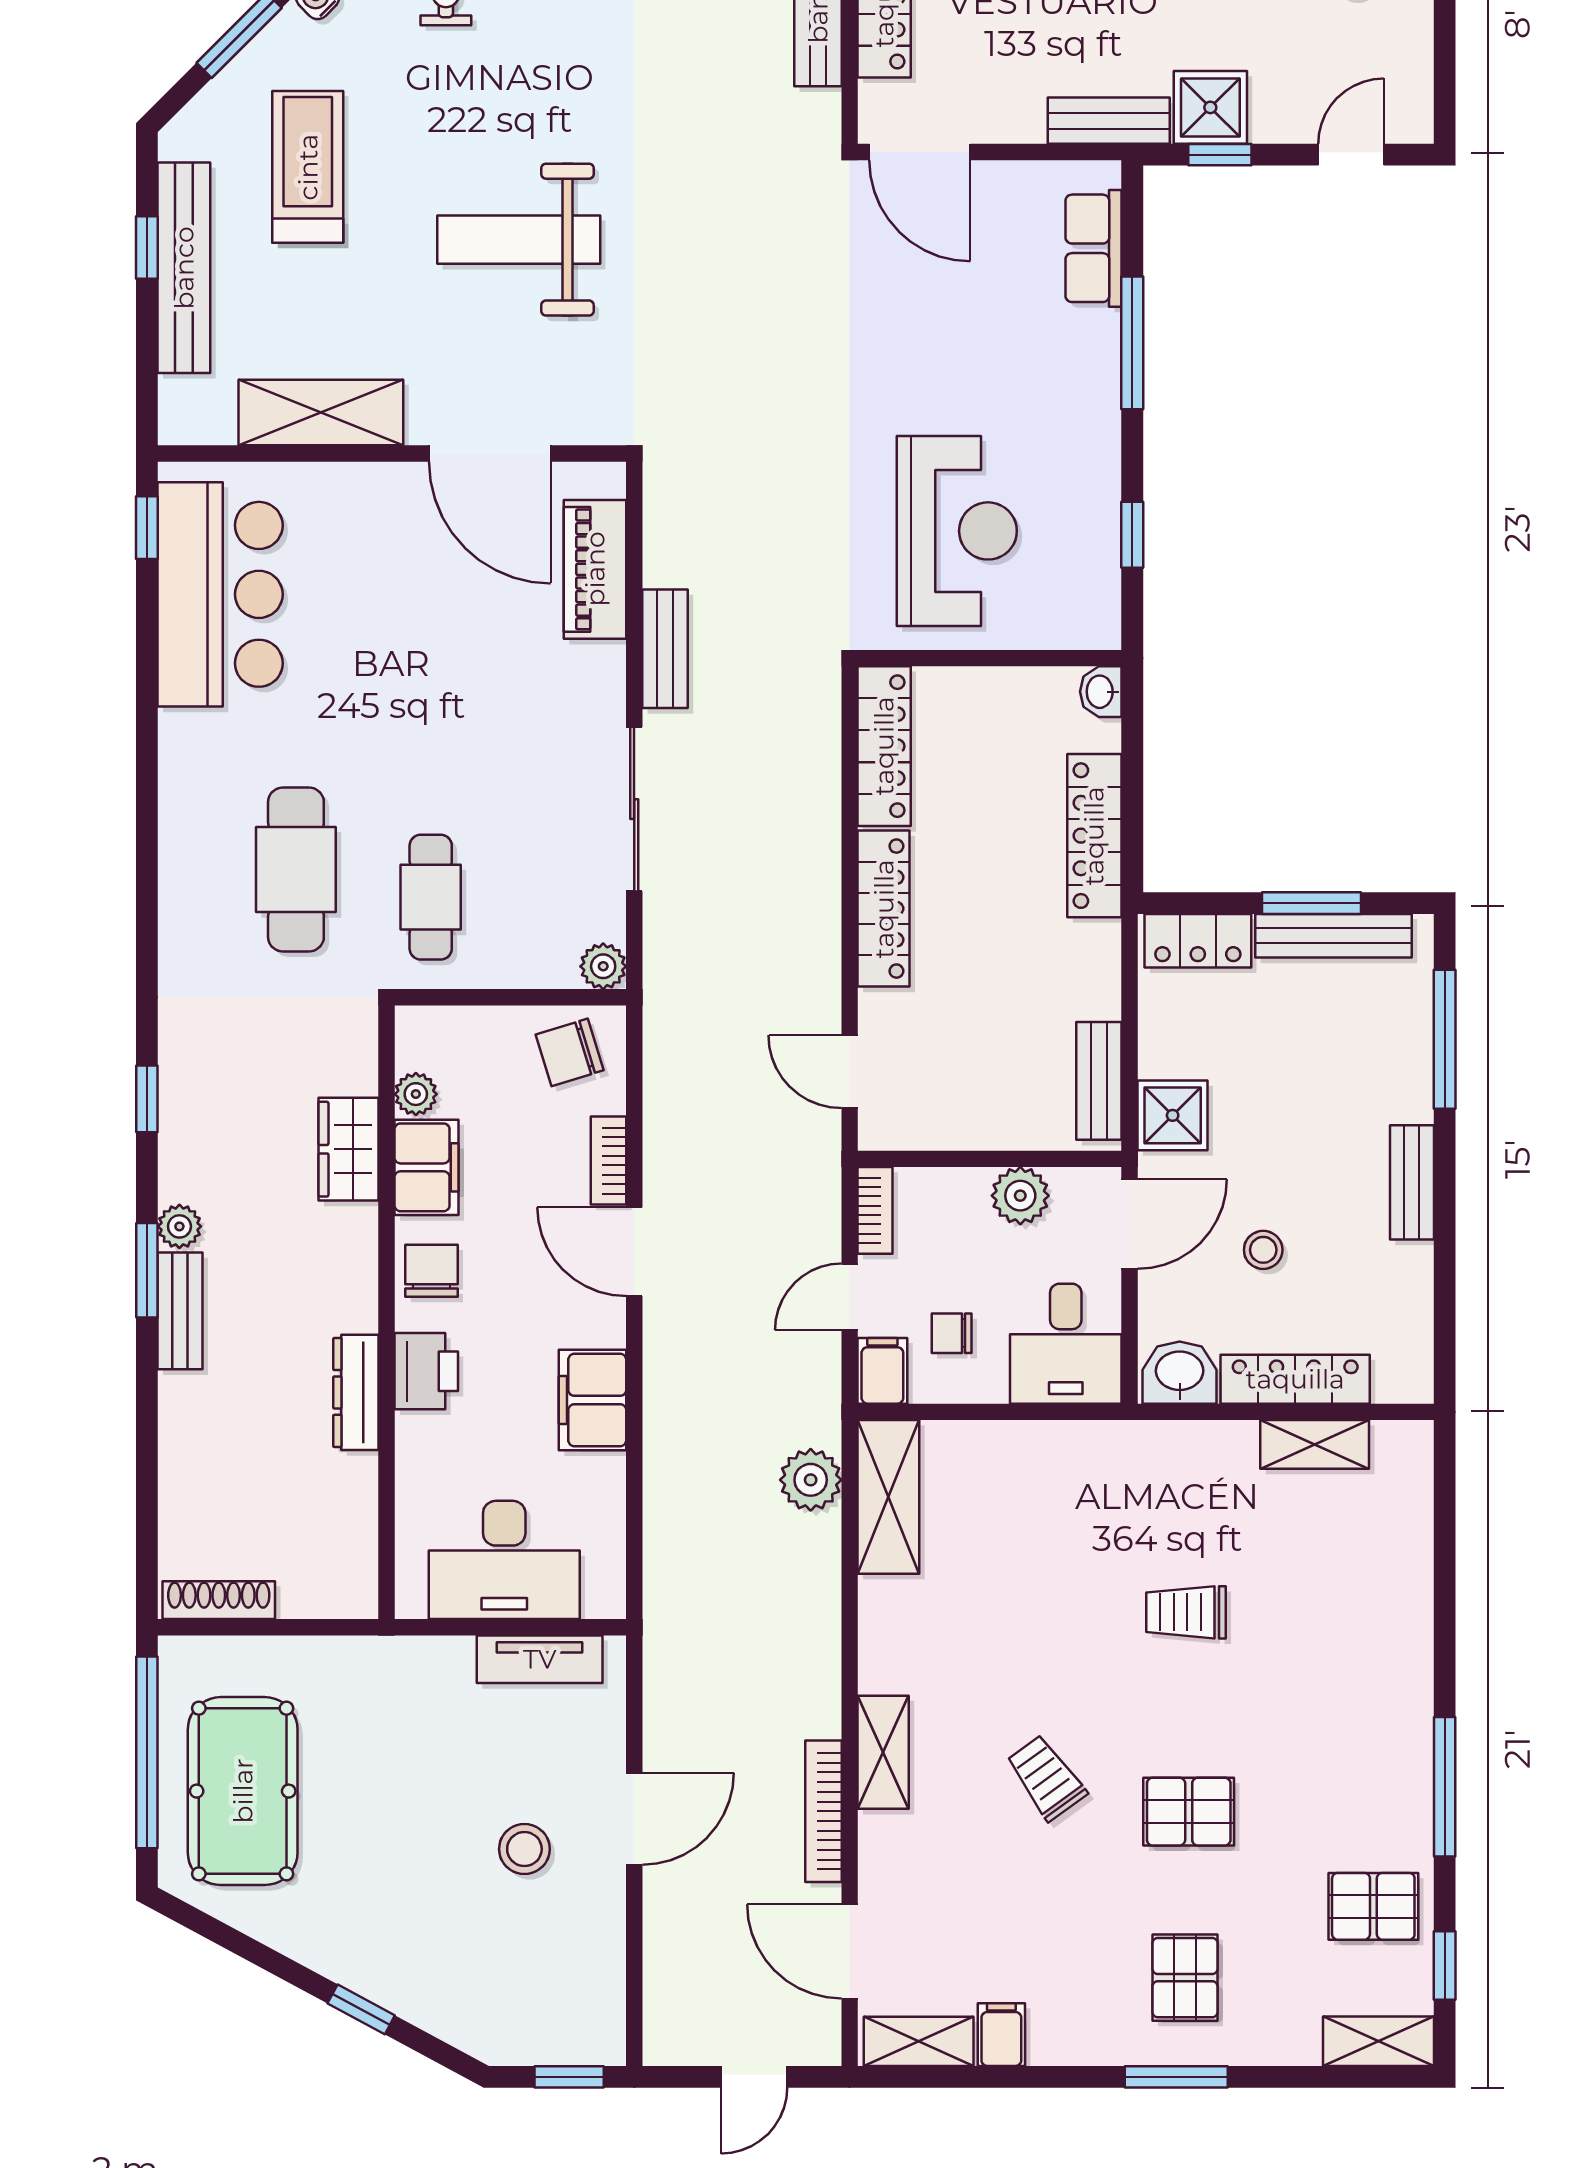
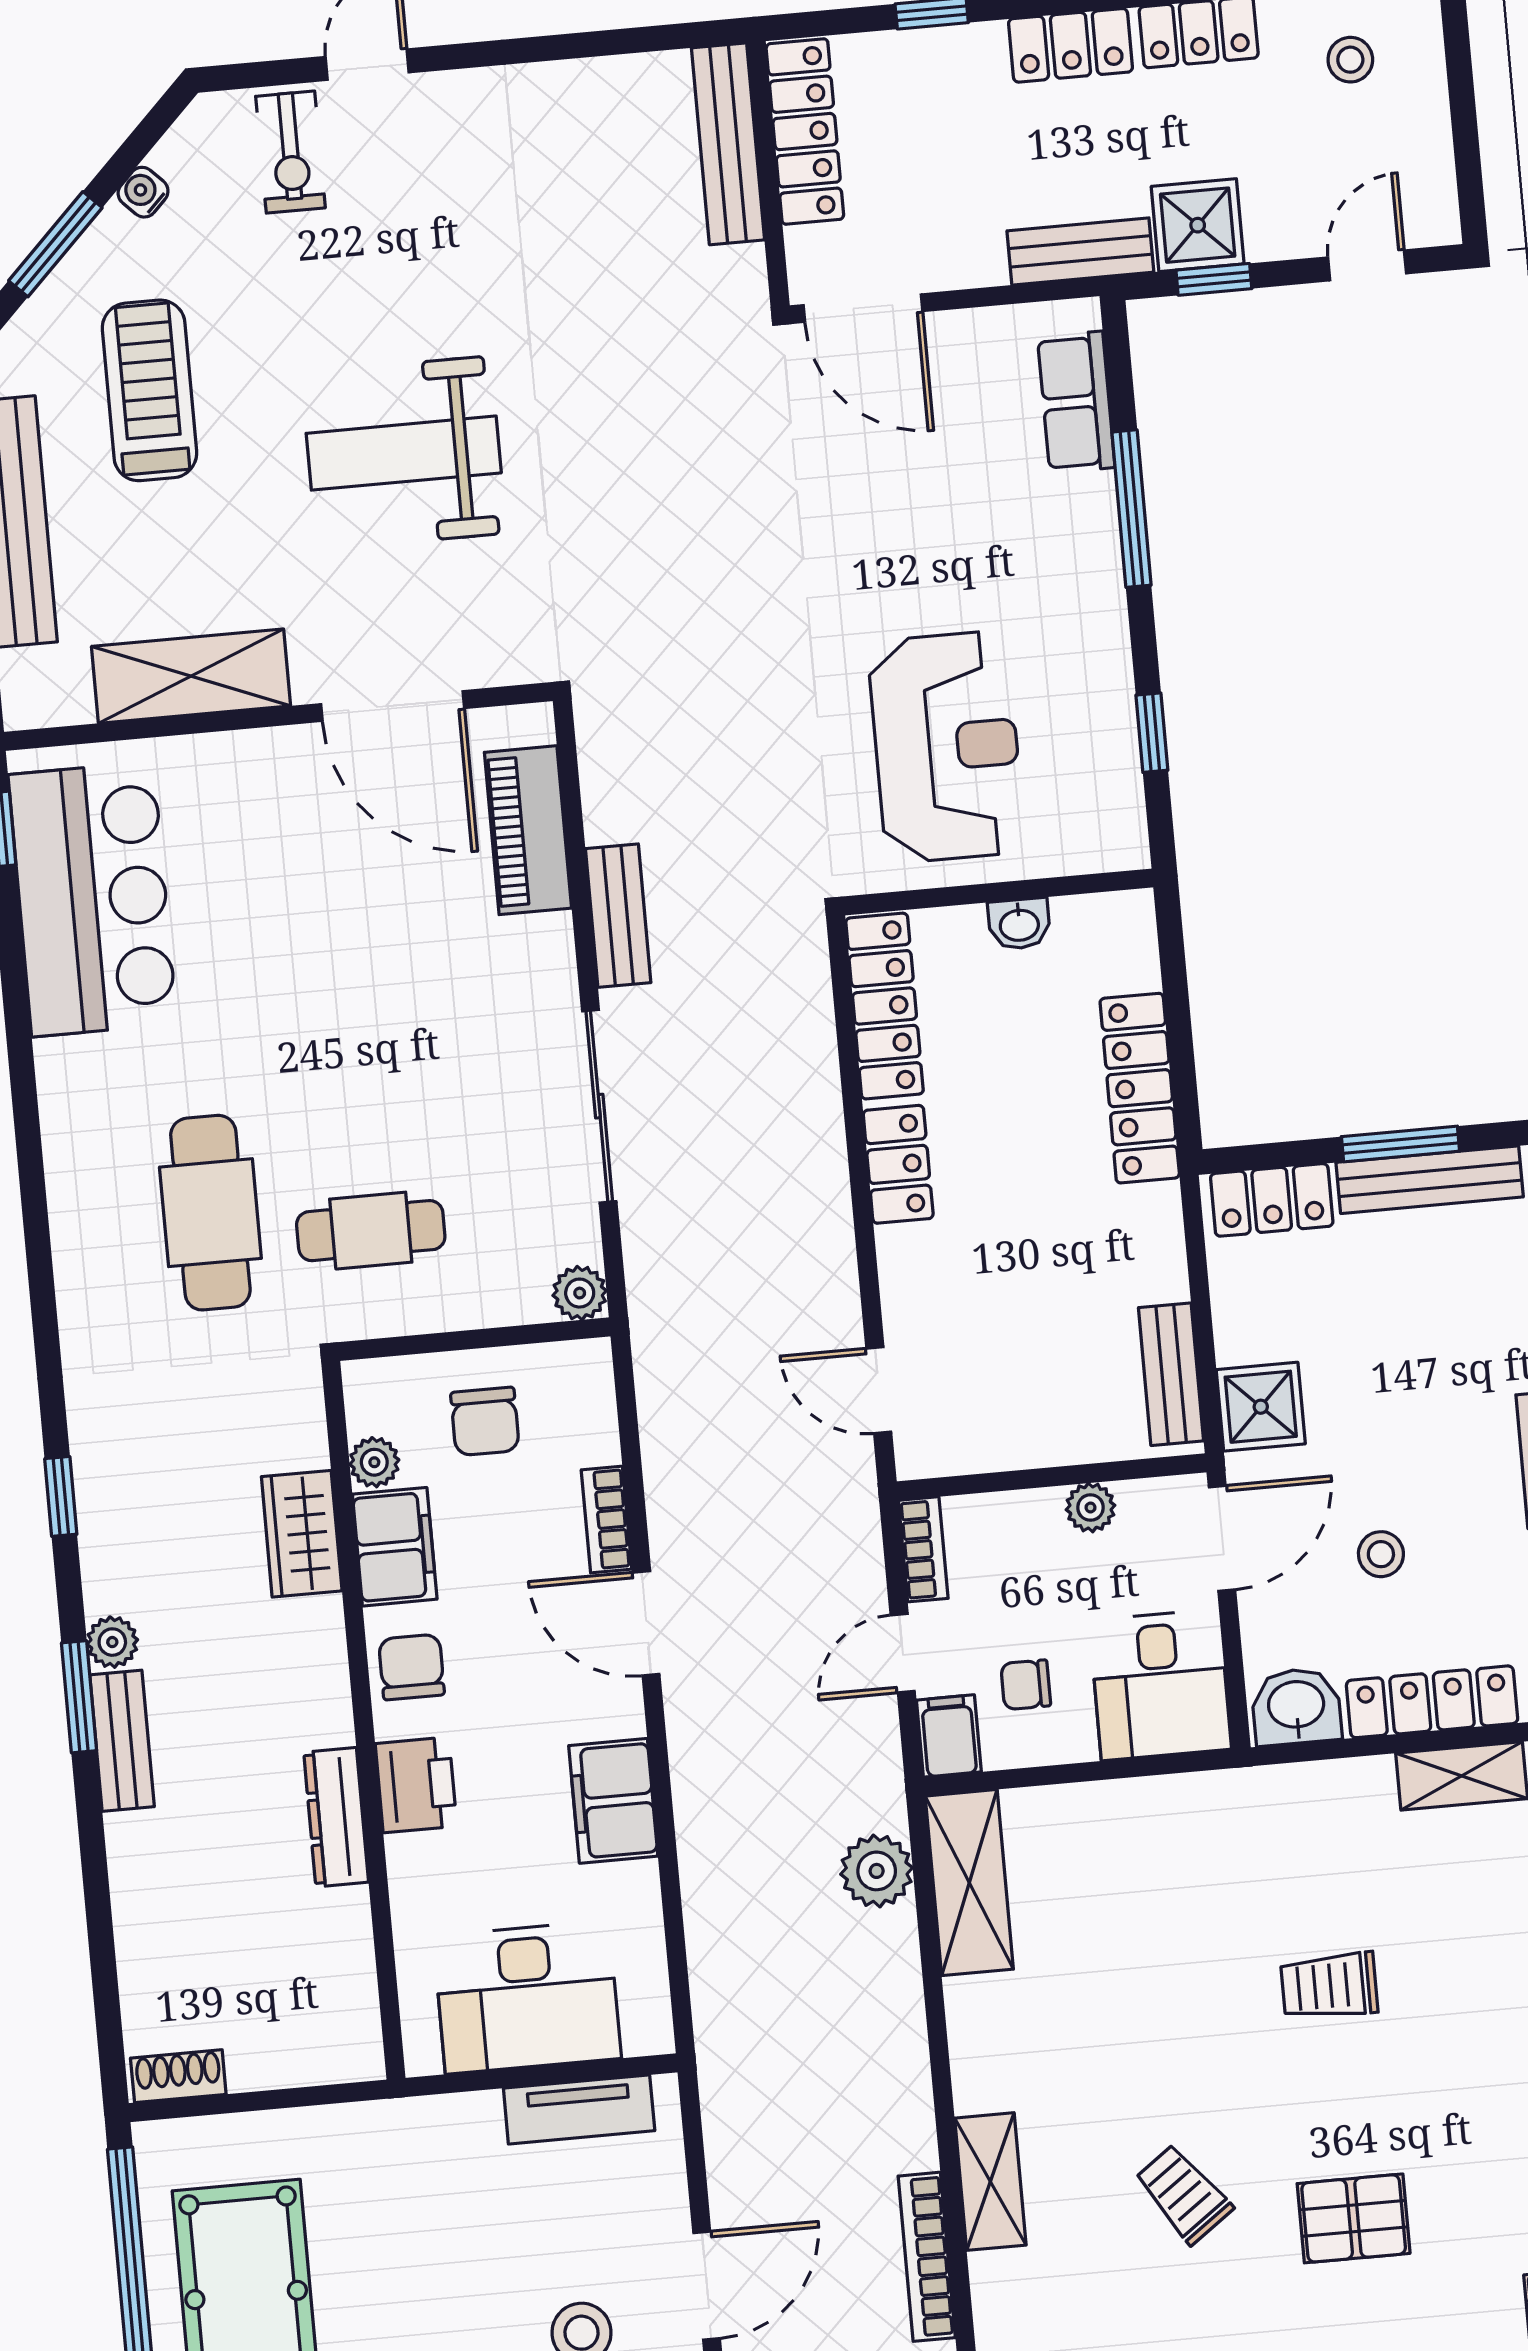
washbasin: (1101, 692) -> (1019, 924), moved, turned -90
cafe table: (431, 897) -> (371, 1231), turned 90
locker: (884, 909) -> (898, 1164), width x0.66
chair: (570, 1052) -> (485, 1421), moved, turned -73
plant: (1020, 1196) -> (1091, 1507), width x0.73, depth x0.73
shoe rack: (219, 1600) -> (178, 2076), width x0.70

